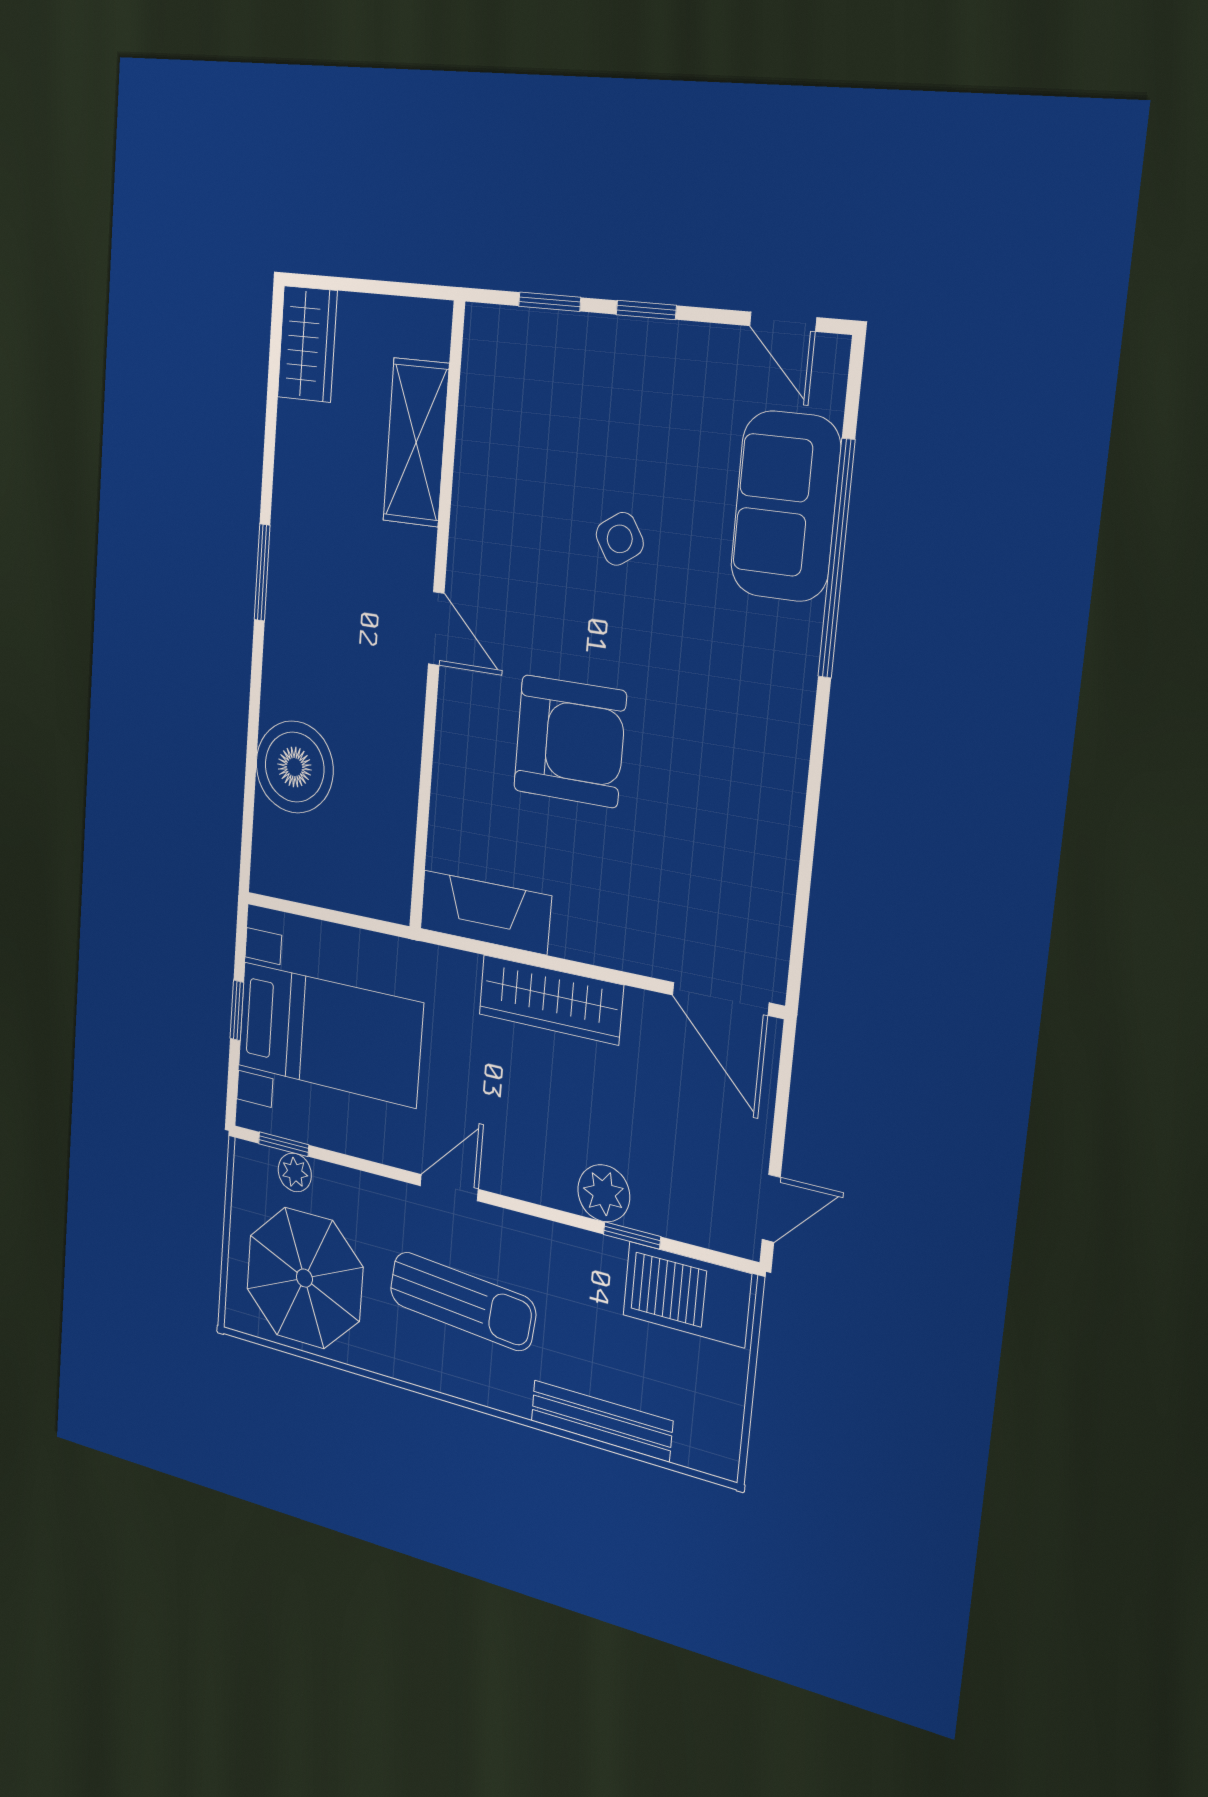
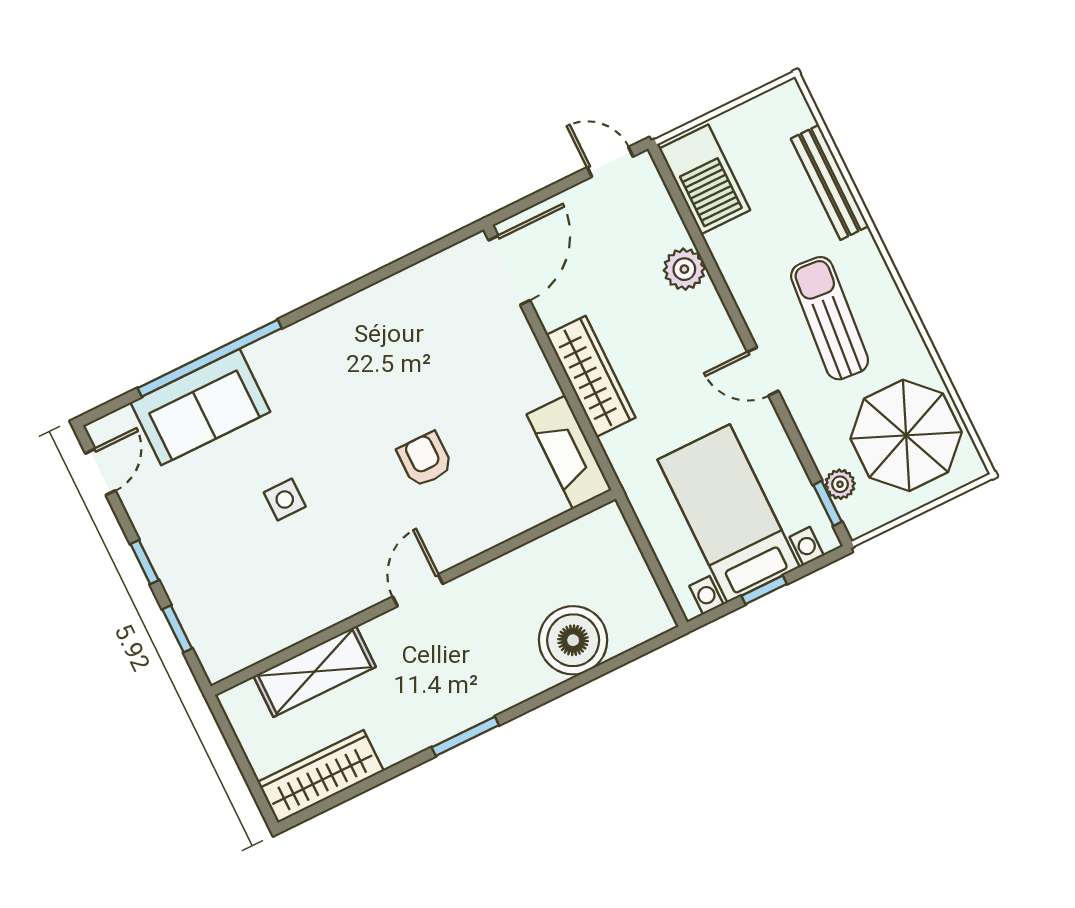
wardrobe: (307, 344) -> (321, 776), width x1.50
side table: (620, 539) -> (285, 500), turned 33
armchair: (570, 741) -> (425, 460), width x0.53, depth x0.53
window: (632, 1236) -> (696, 235), removed

